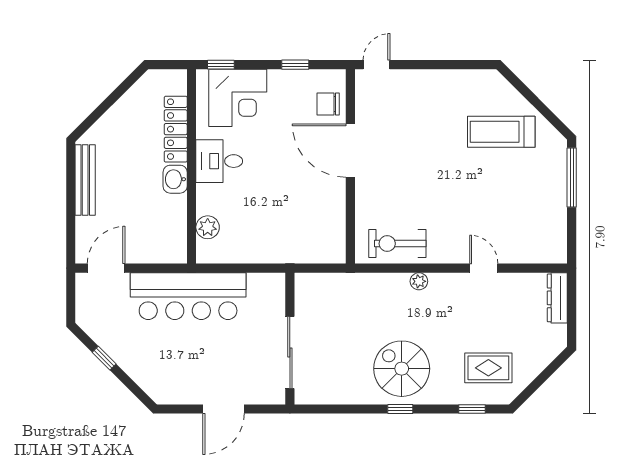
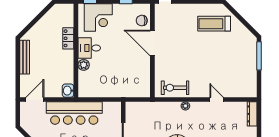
locker: (176, 129) -> (68, 38), width x0.66
treadmill: (501, 132) -> (214, 24), moved
washbasin: (175, 179) -> (68, 91), moved
plant: (208, 227) -> (84, 65), moved

